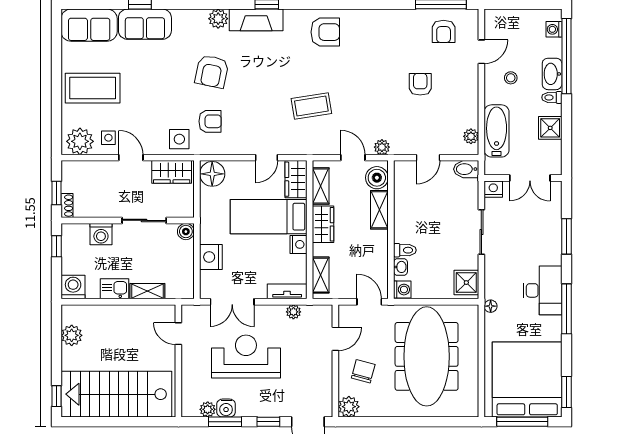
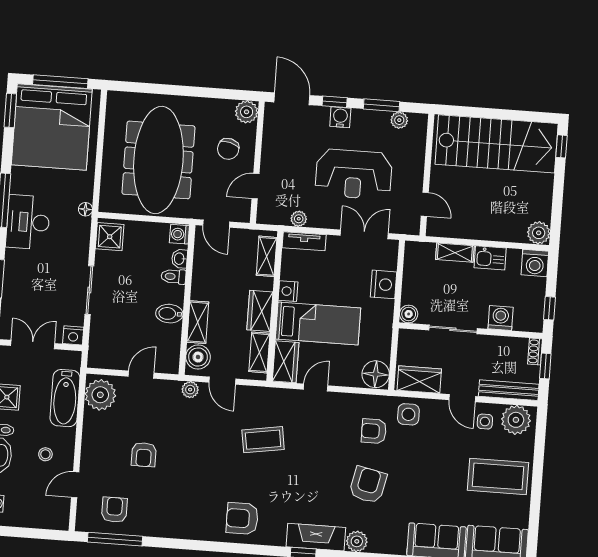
plant: (471, 136) -> (100, 395), width x1.87, depth x1.87
bench: (89, 168) -> (509, 390), added
bidet: (466, 169) -> (169, 314), moved, turned 180
plant: (72, 335) -> (539, 233), moved
water cooler: (226, 408) -> (340, 117), moved

